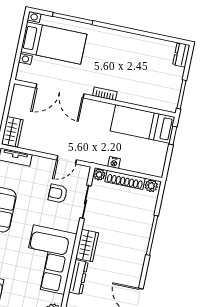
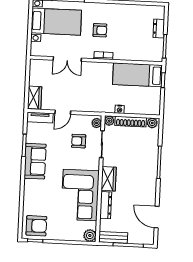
dresser: (181, 55) -> (159, 29), moved
armchair: (105, 62) -> (100, 30), added
double door: (60, 91) -> (67, 59), width x0.73
door: (67, 160) -> (63, 112), moved
plant: (83, 175) -> (97, 123), added

